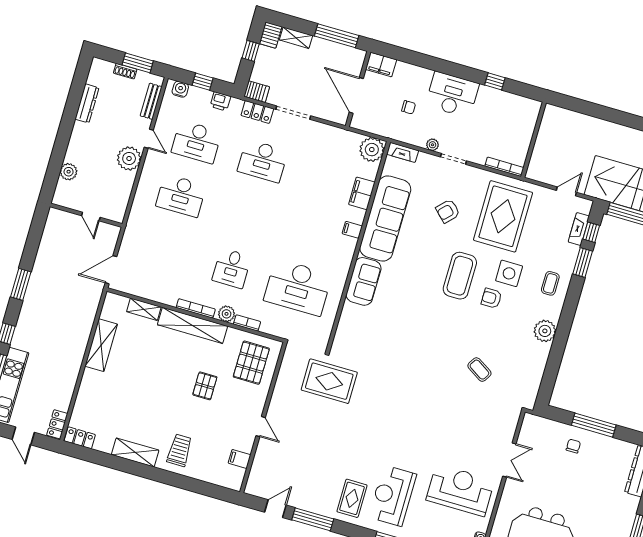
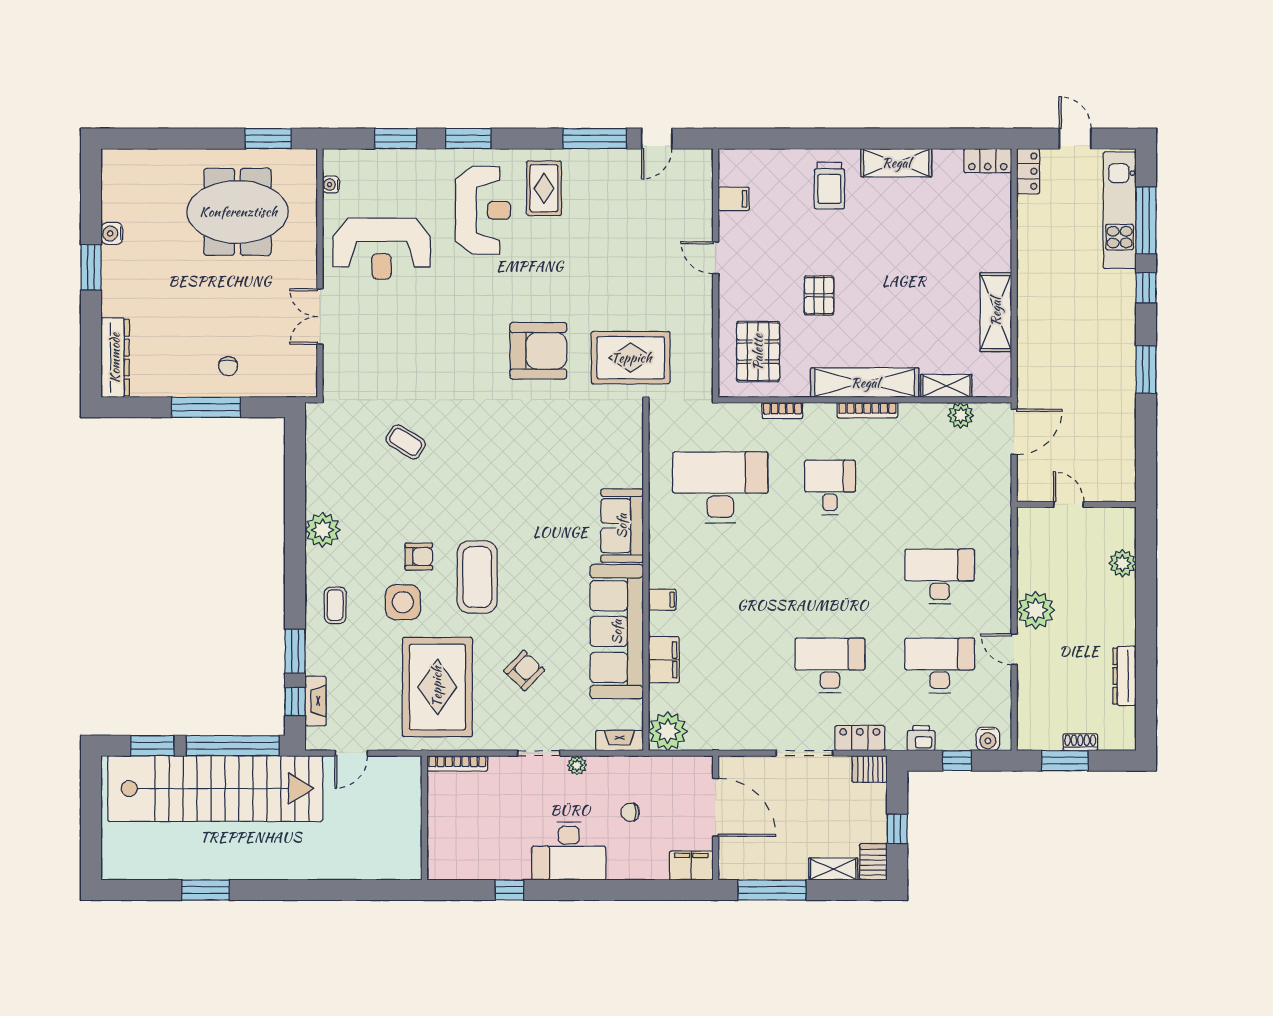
bench: (151, 101) -> (1027, 708), removed
plant: (227, 314) -> (961, 415), moved
armchair: (384, 401) -> (538, 351), added

